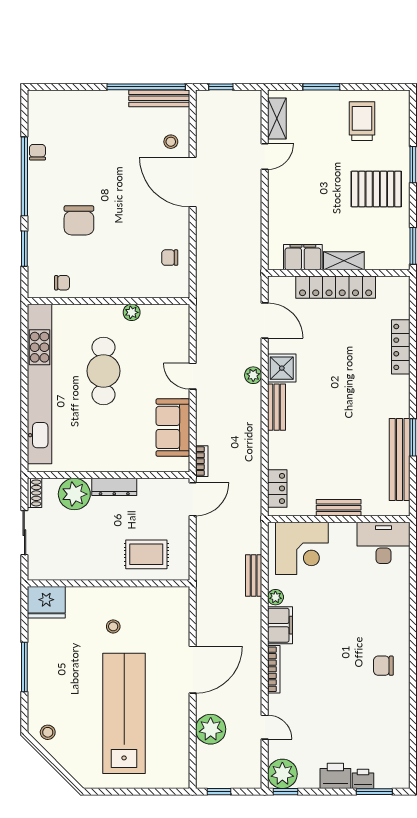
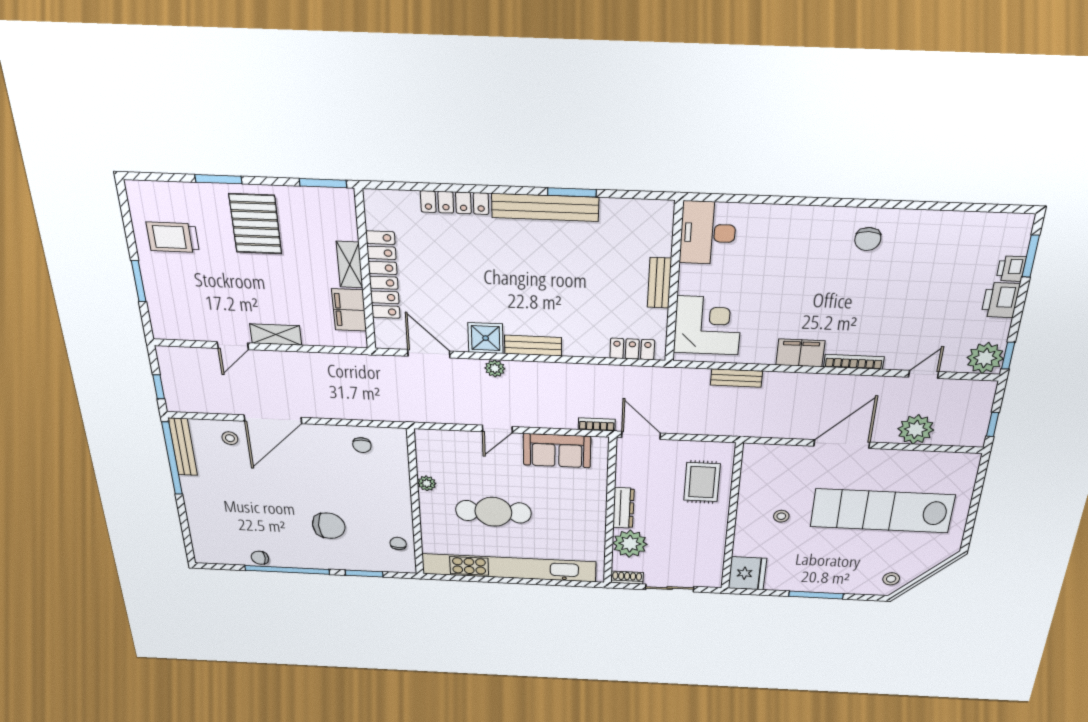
shelving: (277, 119) -> (276, 335), moved
door: (265, 157) -> (233, 346), swing flipped
door: (265, 321) -> (429, 354), hinge flipped
bench: (400, 460) -> (545, 207), moved
plant: (275, 597) -> (765, 356), removed
door: (193, 670) -> (842, 444), hinge flipped

